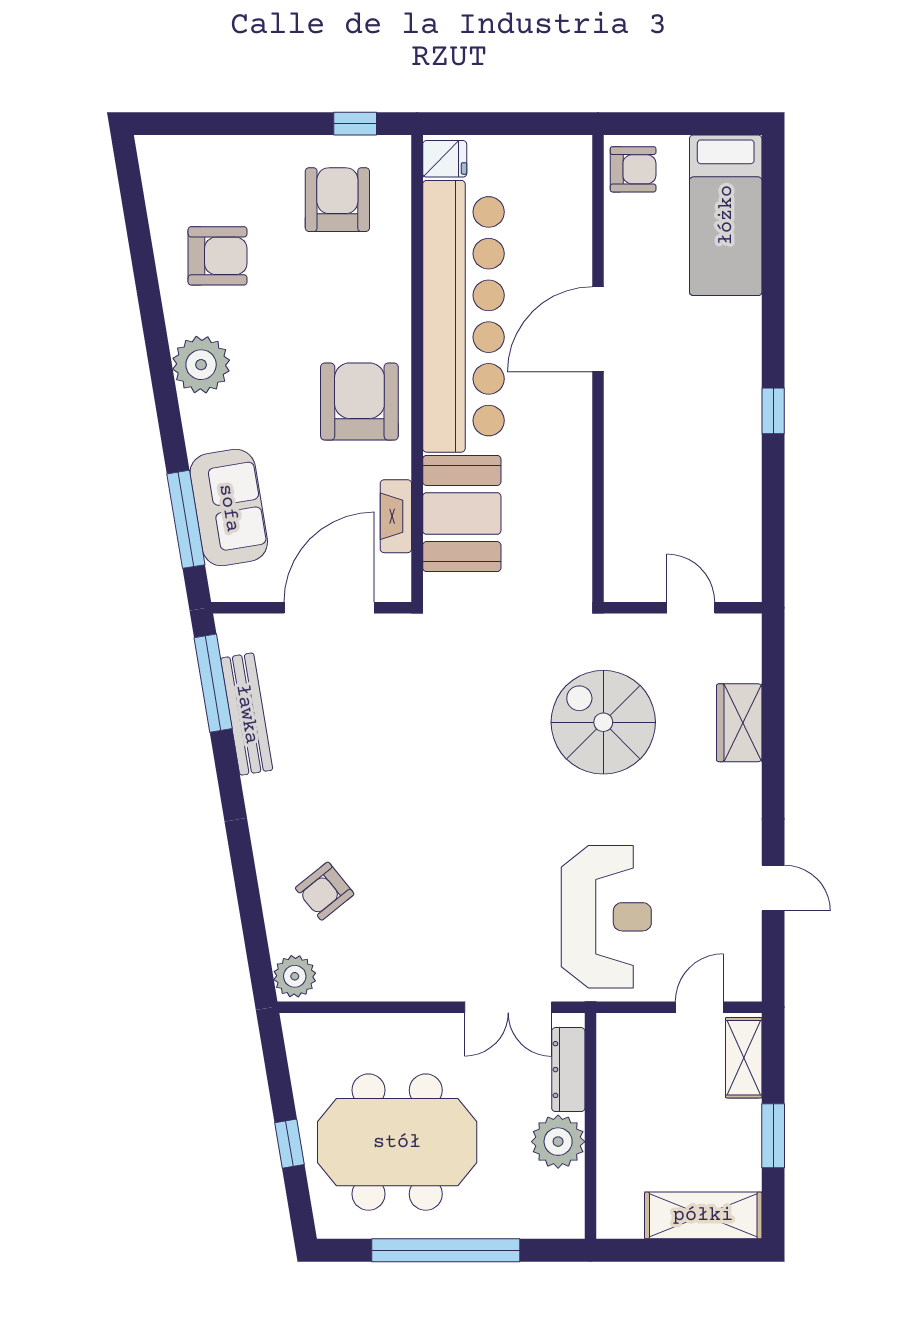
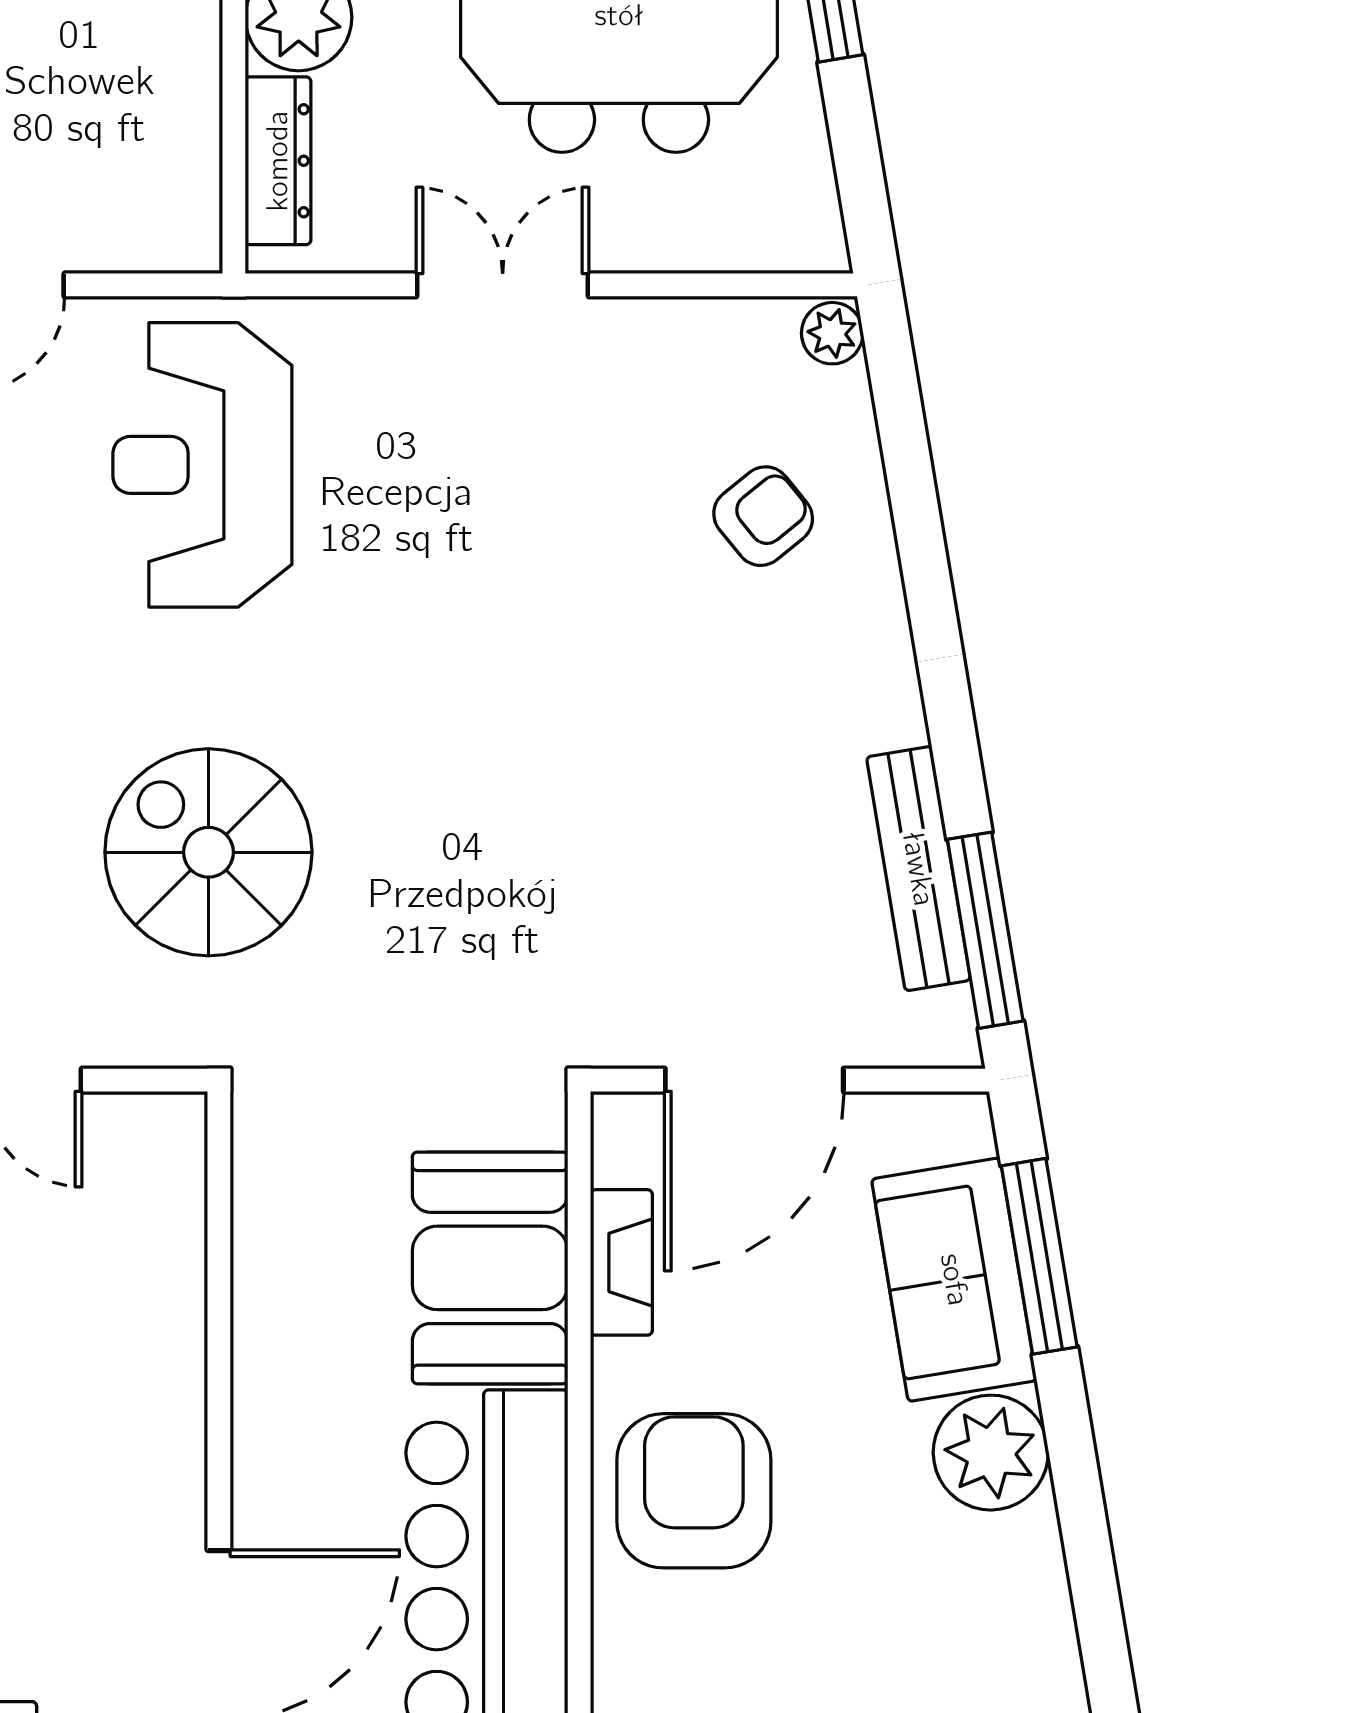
plant: (201, 365) -> (991, 1453), moved
armchair: (359, 402) -> (694, 1491), turned 180
spiral stairs: (603, 722) -> (208, 852), turned 180
plant: (295, 976) -> (832, 333), width x0.73, depth x0.73
double door: (508, 1007) -> (503, 285), moved

